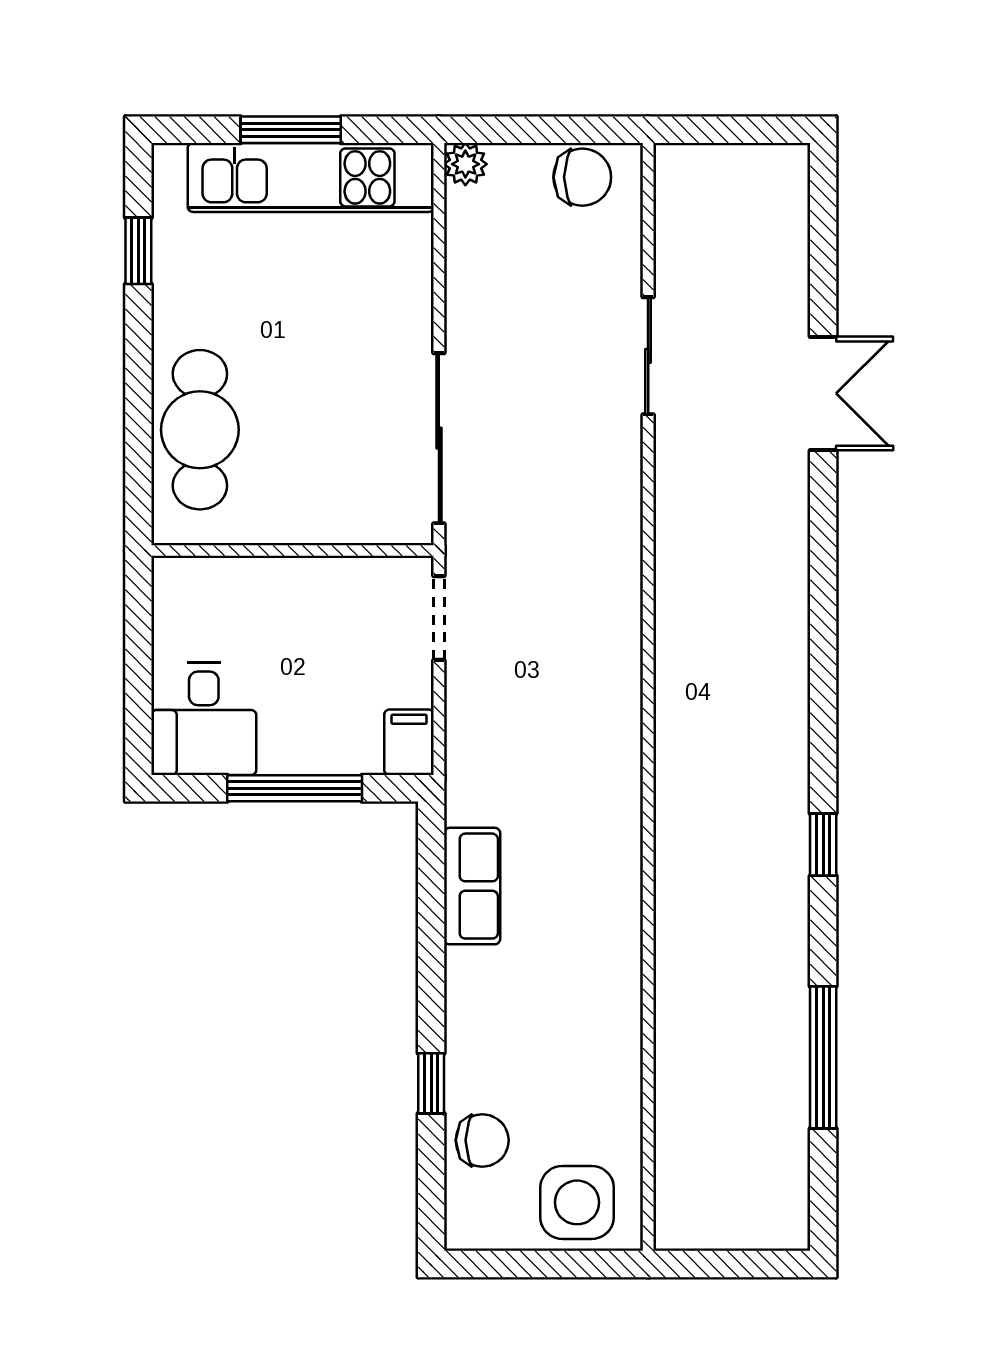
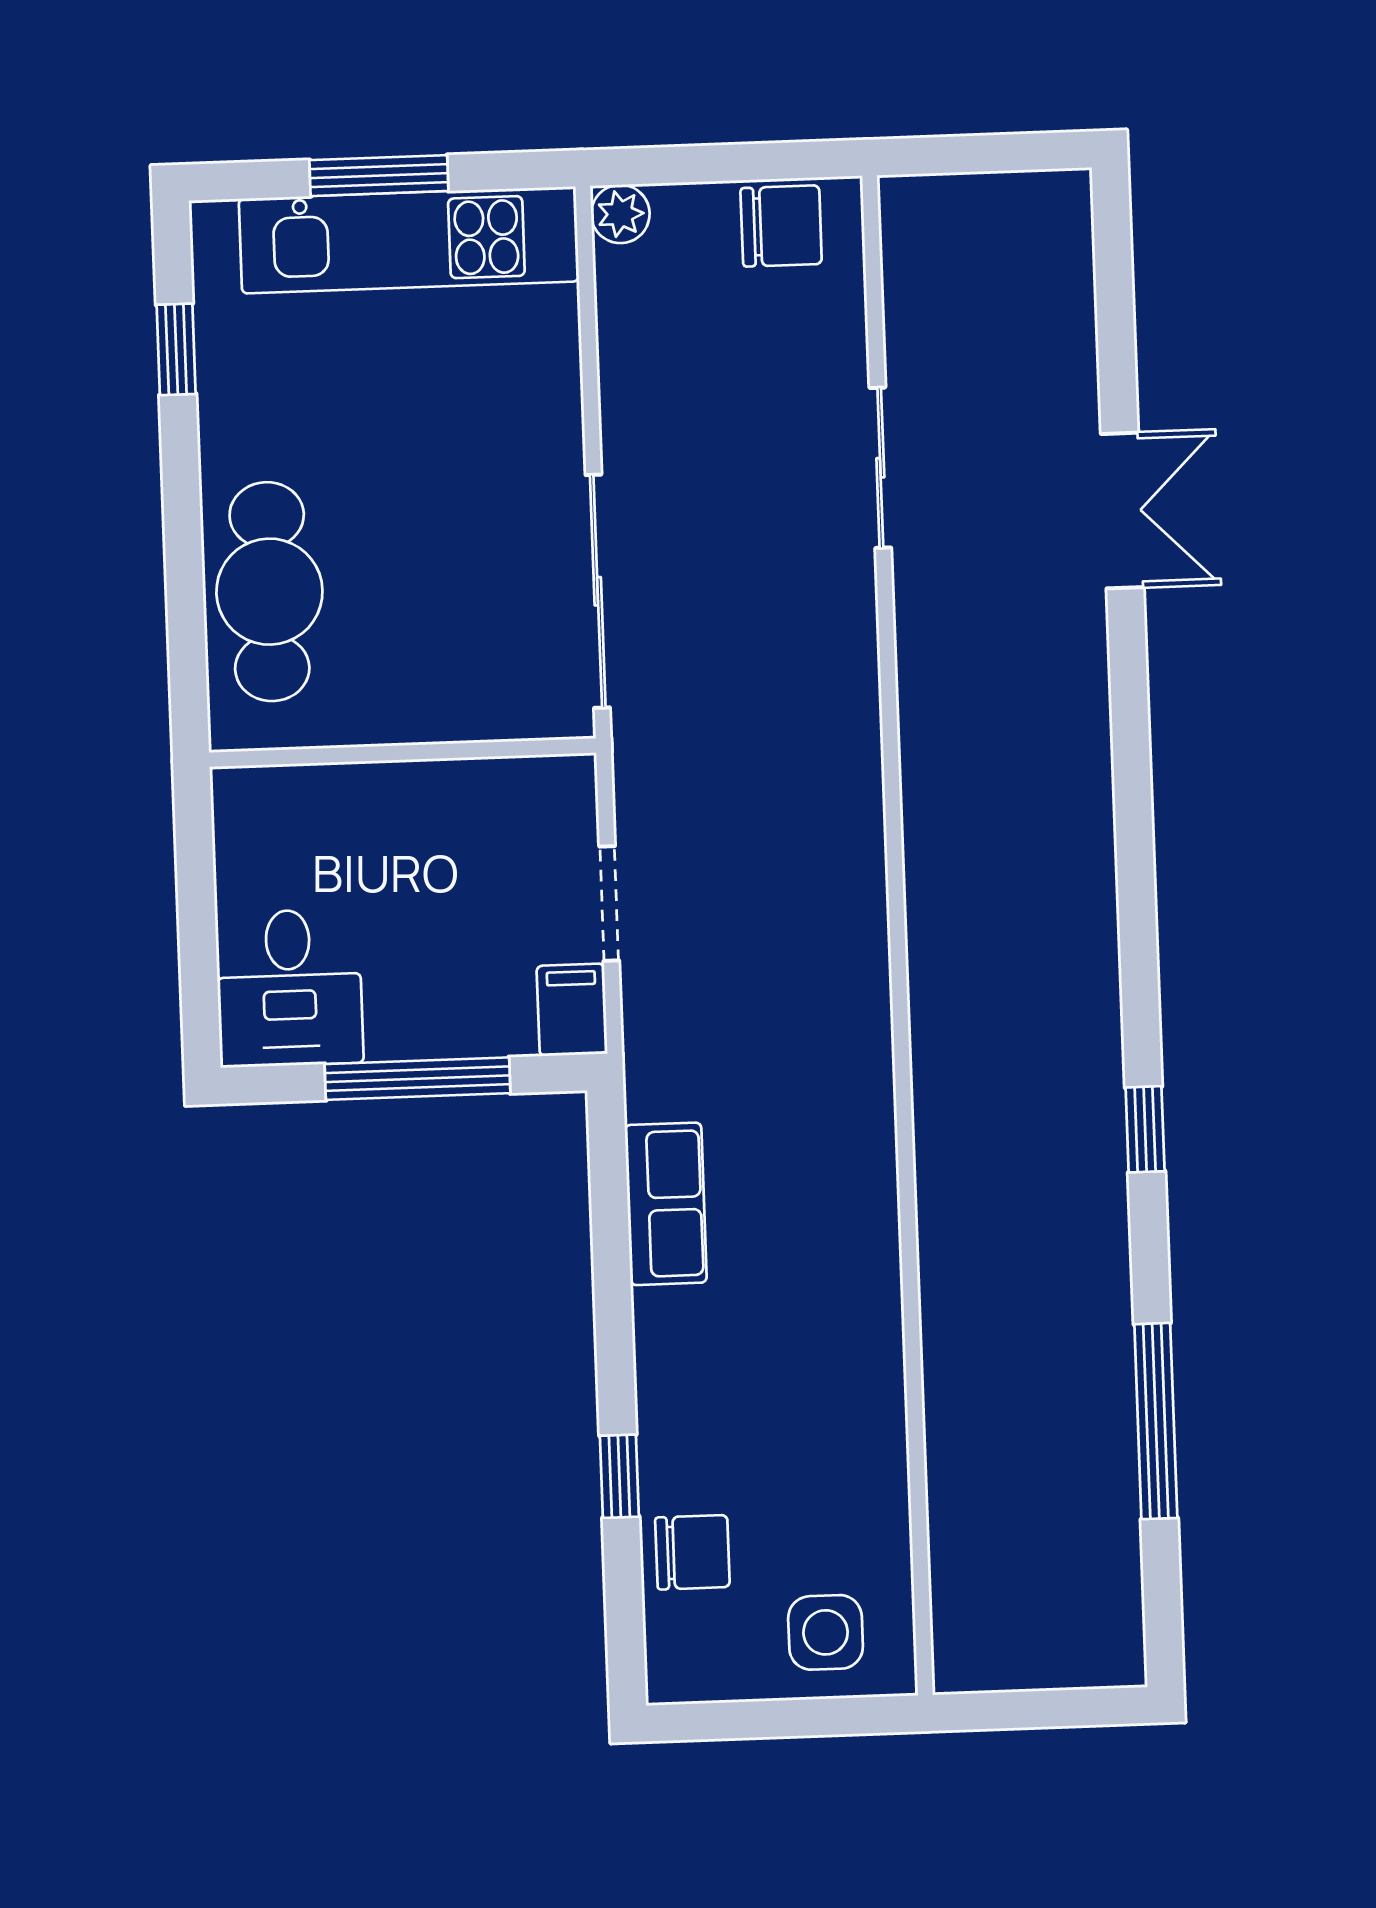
doorway: (439, 618) -> (609, 903), moved
side table: (577, 1202) -> (826, 1632), width x0.73, depth x0.73

